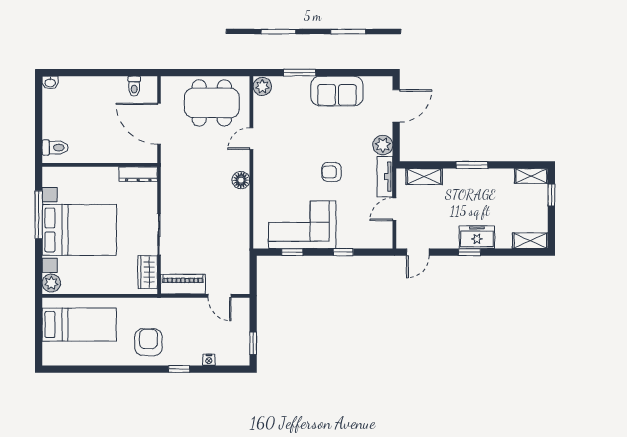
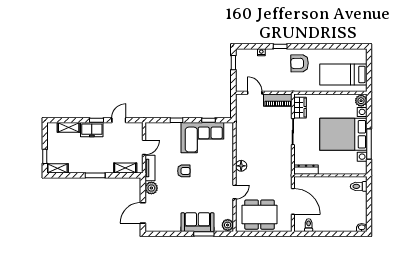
sofa: (337, 91) -> (197, 222), moved
shelving: (530, 241) -> (69, 127), moved
door: (418, 252) -> (119, 120), moved
armchair: (148, 342) -> (300, 63), turned 89

